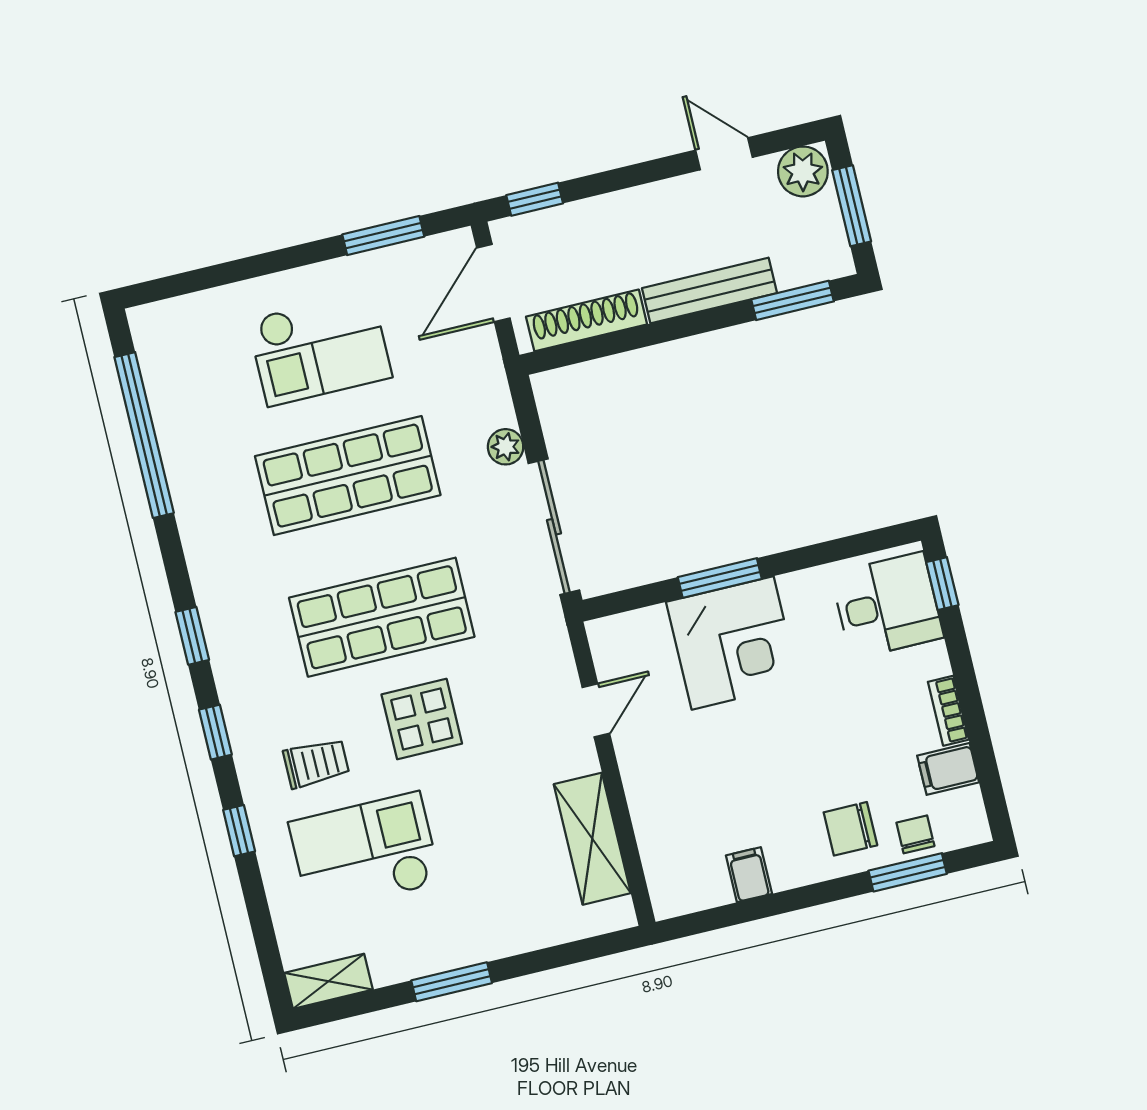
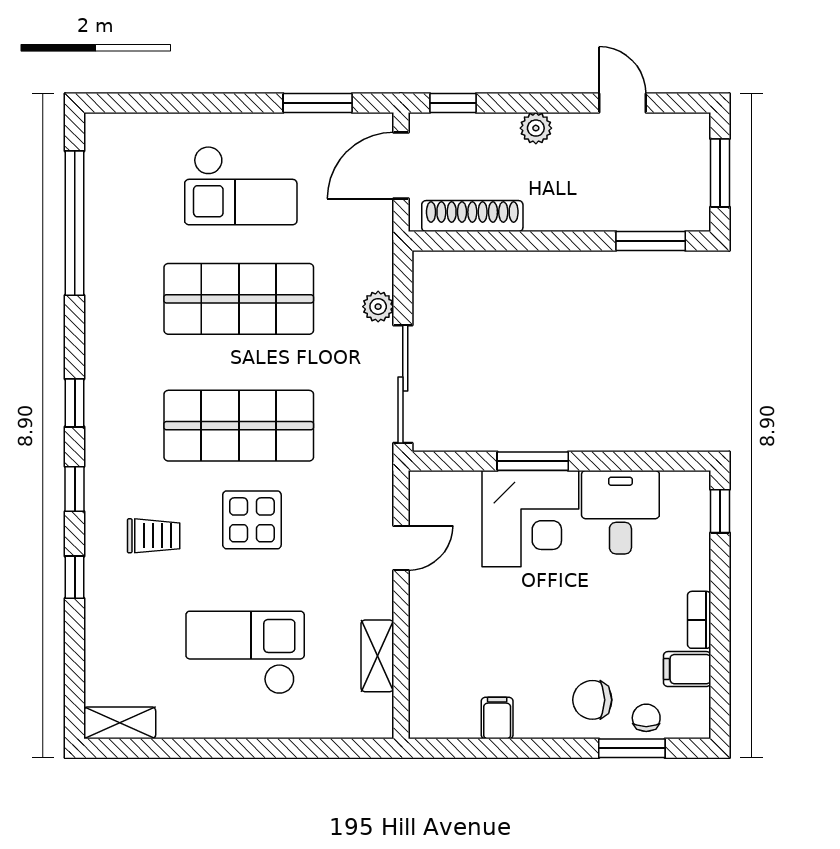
plant: (803, 171) -> (536, 128), moved, width x0.73, depth x0.73
bench: (710, 291) -> (582, 216), removed
desk: (887, 605) -> (620, 512), moved, turned -90
shelving: (592, 839) -> (377, 656), width x0.67, depth x0.75
checkout: (365, 853) -> (245, 653), moved
window: (452, 982) -> (224, 748), removed

